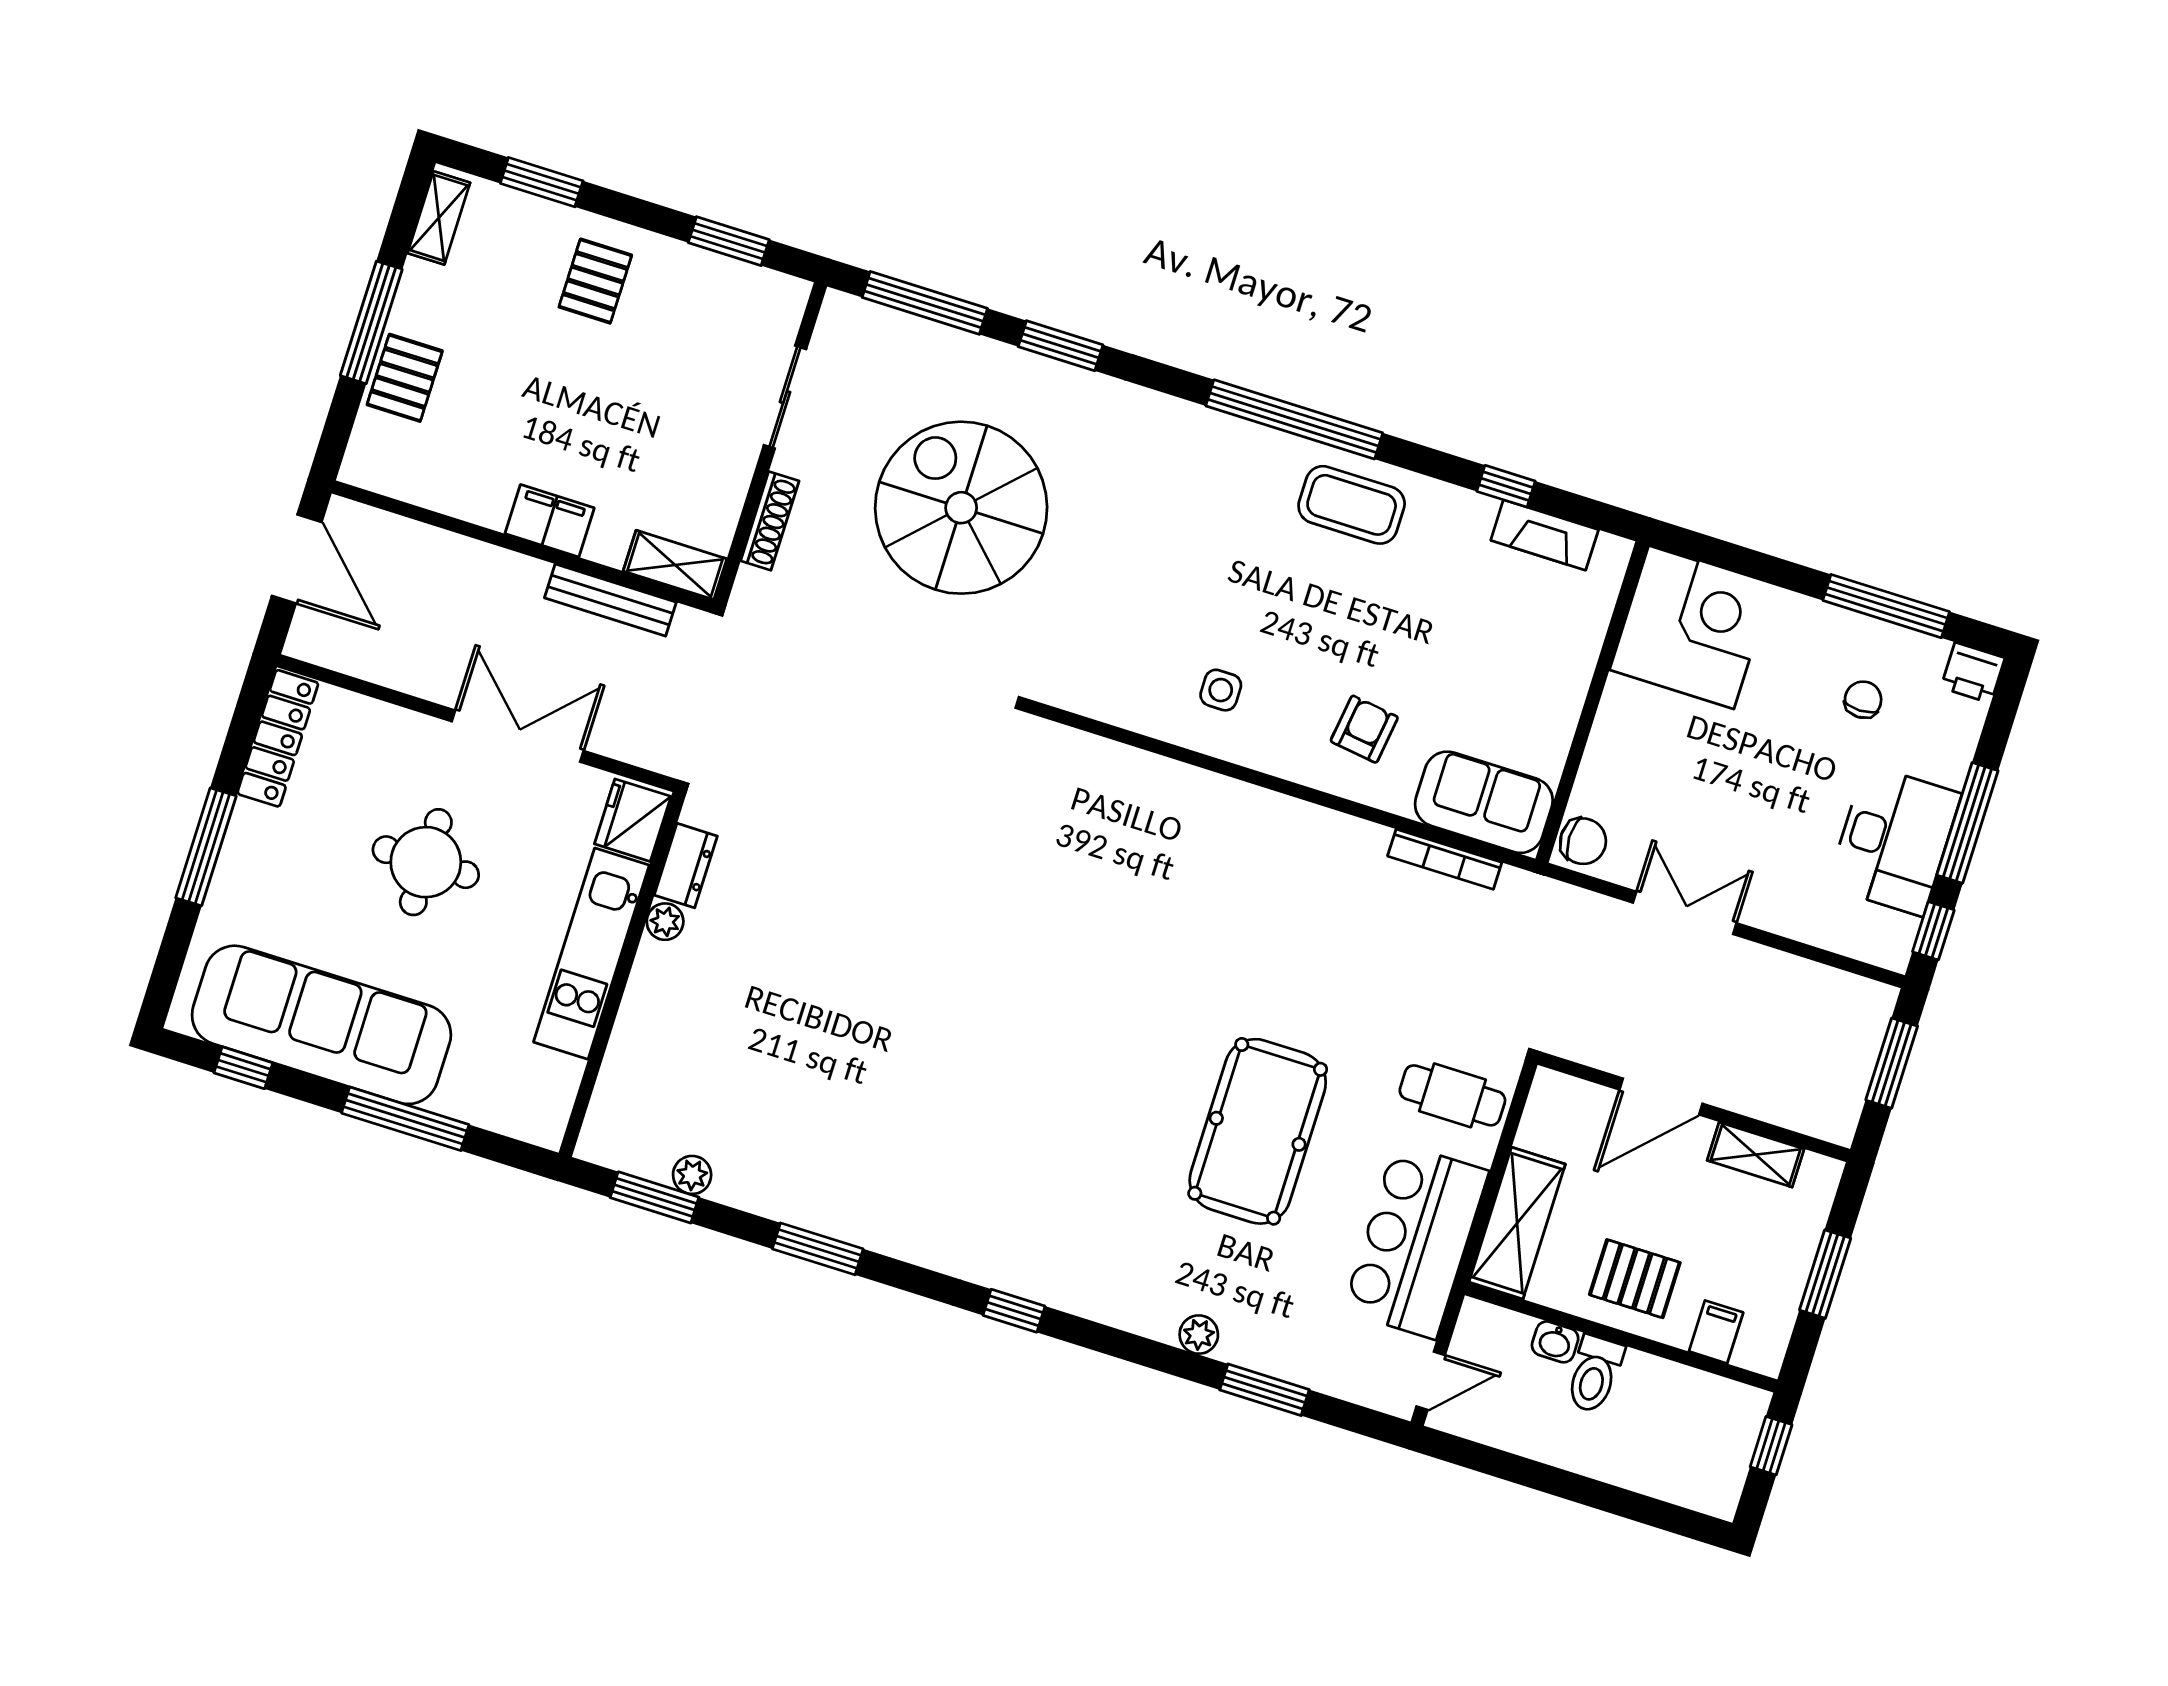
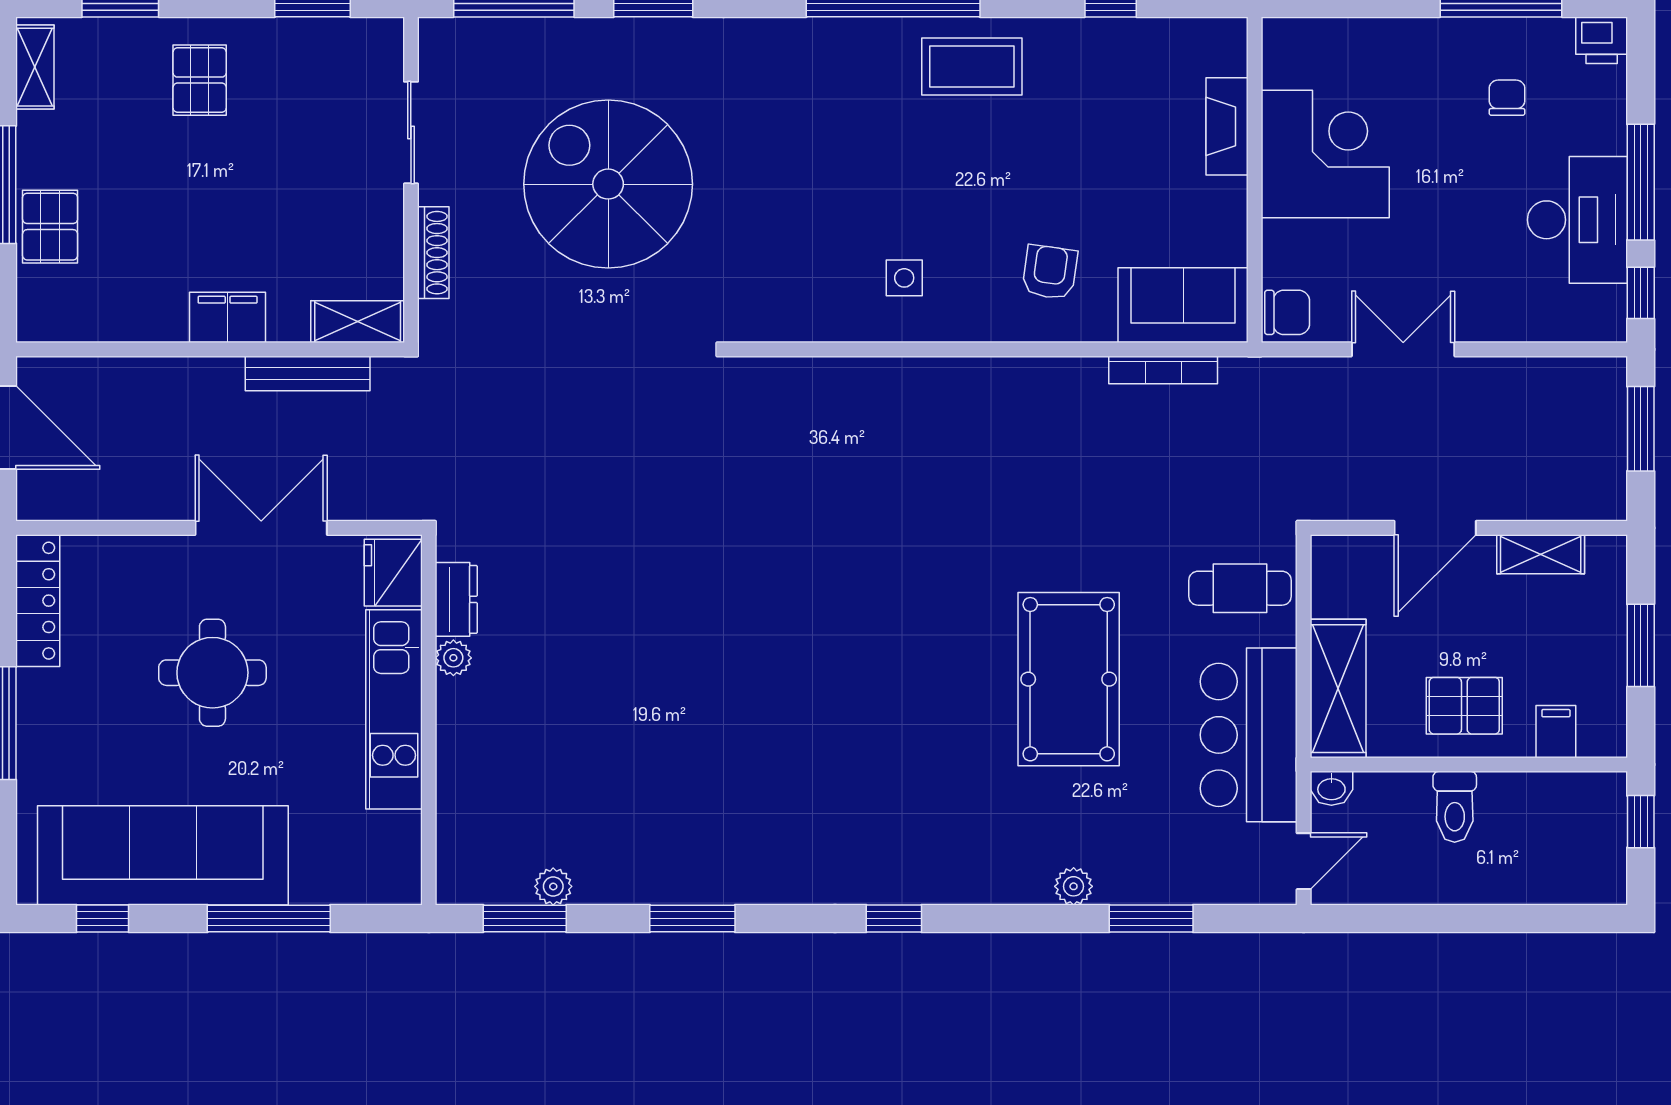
fireplace: (1545, 535) -> (1227, 126), moved, turned 90
corner desk: (1691, 627) -> (1325, 154), moved
washbasin: (1555, 1342) -> (1331, 788), moved

